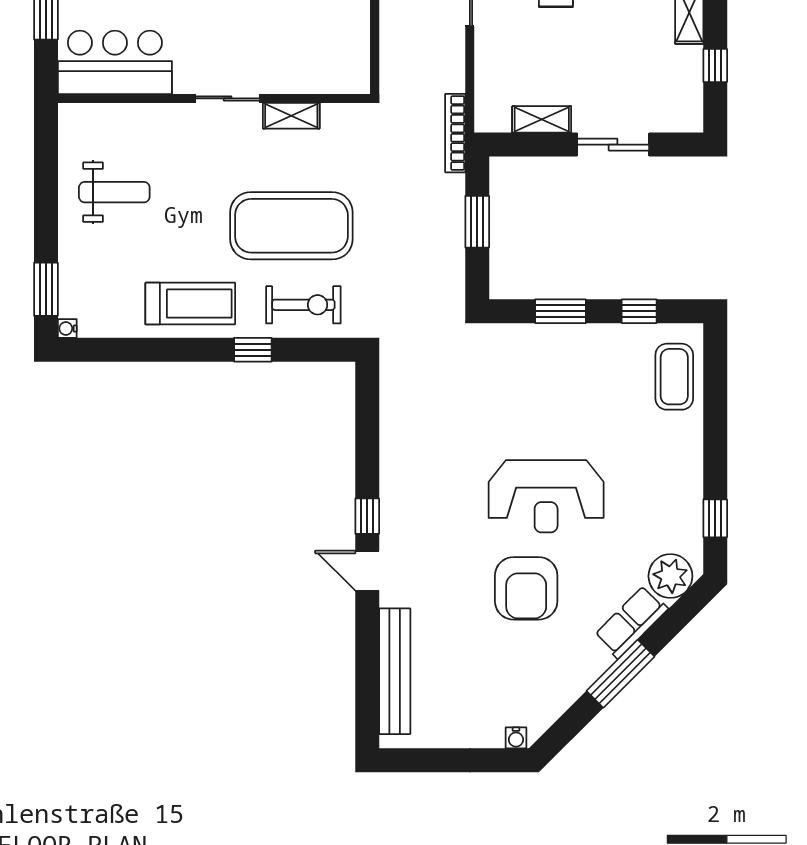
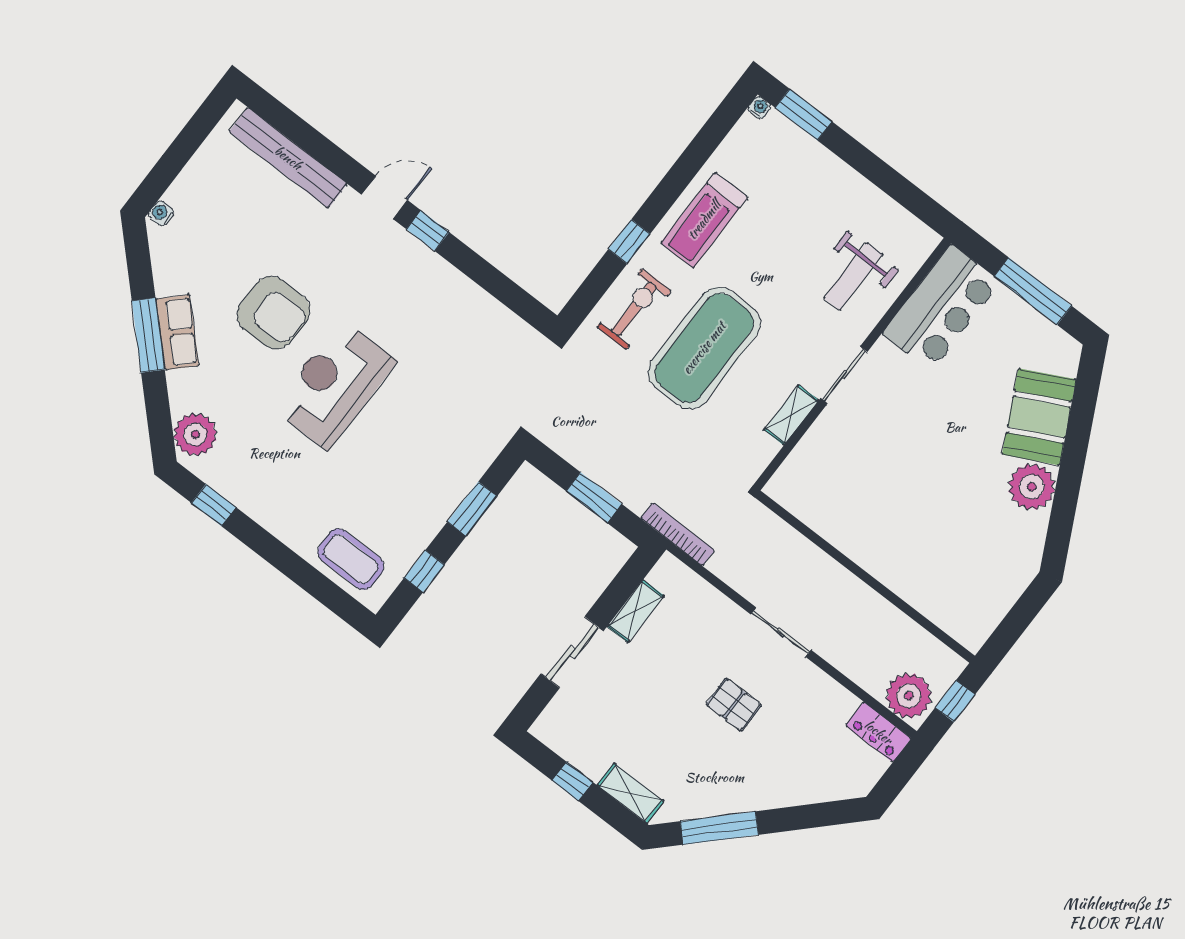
weight bench: (114, 192) -> (853, 276), moved
exercise bike: (303, 305) -> (634, 309), turned 180
armchair: (526, 588) -> (273, 313), turned 180
row of seats: (631, 622) -> (177, 332), moved

